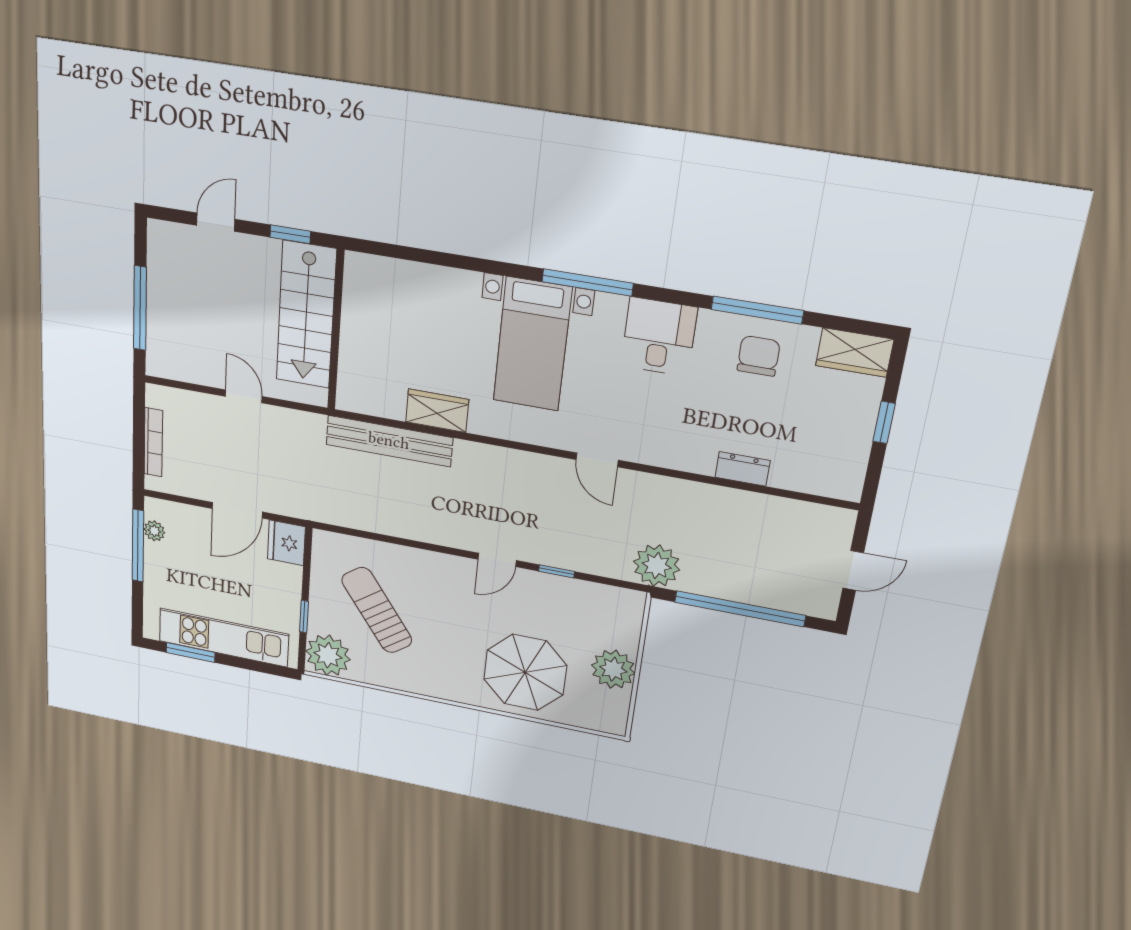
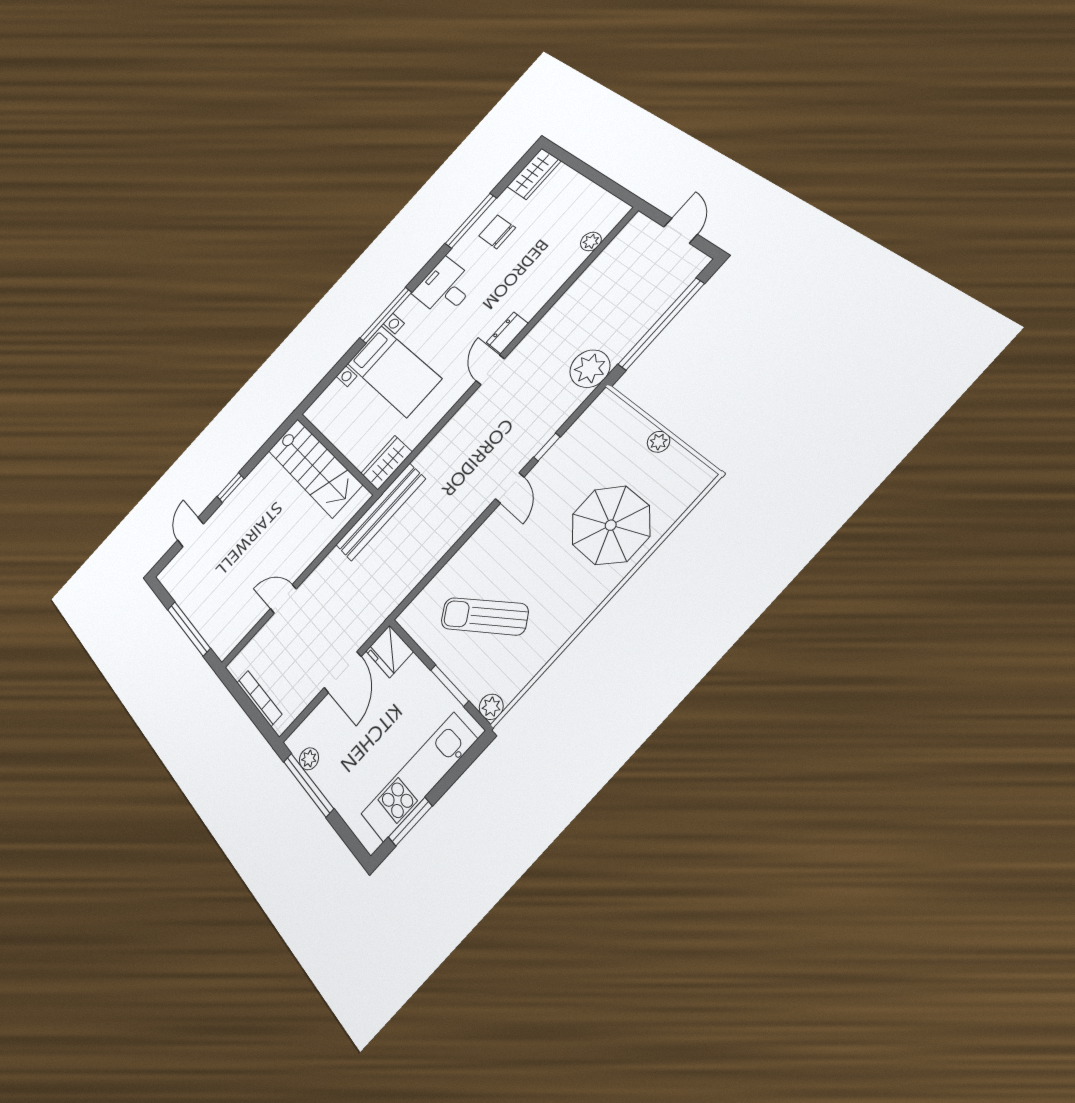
stairs: (306, 315) -> (315, 468), moved
wall: (336, 330) -> (336, 454), moved
window: (884, 422) -> (589, 172), removed
door: (597, 460) -> (490, 370), swing flipped
dresser: (743, 469) -> (507, 333), moved
plant: (797, 480) -> (591, 242), added
window: (304, 617) -> (449, 685), width x1.50
plant: (328, 655) -> (491, 707), width x0.53, depth x0.53
plant: (613, 669) -> (659, 442), width x0.53, depth x0.53

